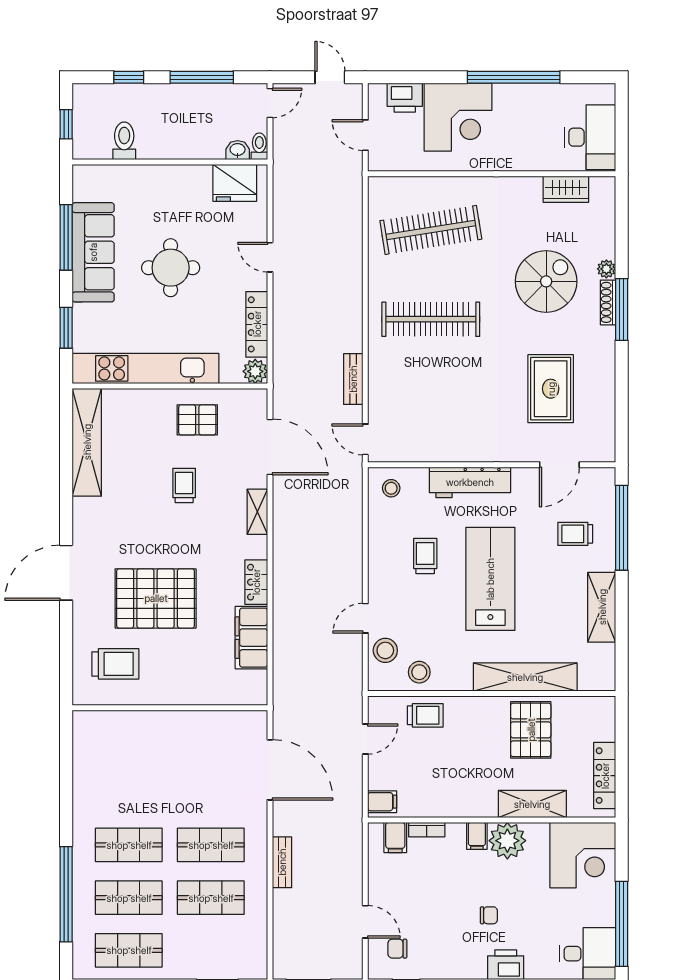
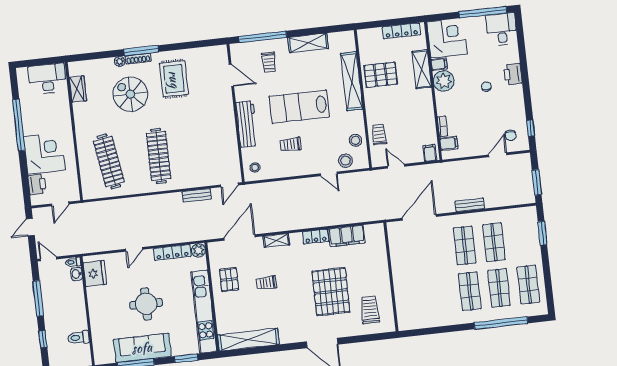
rug: (551, 389) -> (174, 79), moved, turned 90
filing cabinet: (477, 836) -> (439, 64), moved

